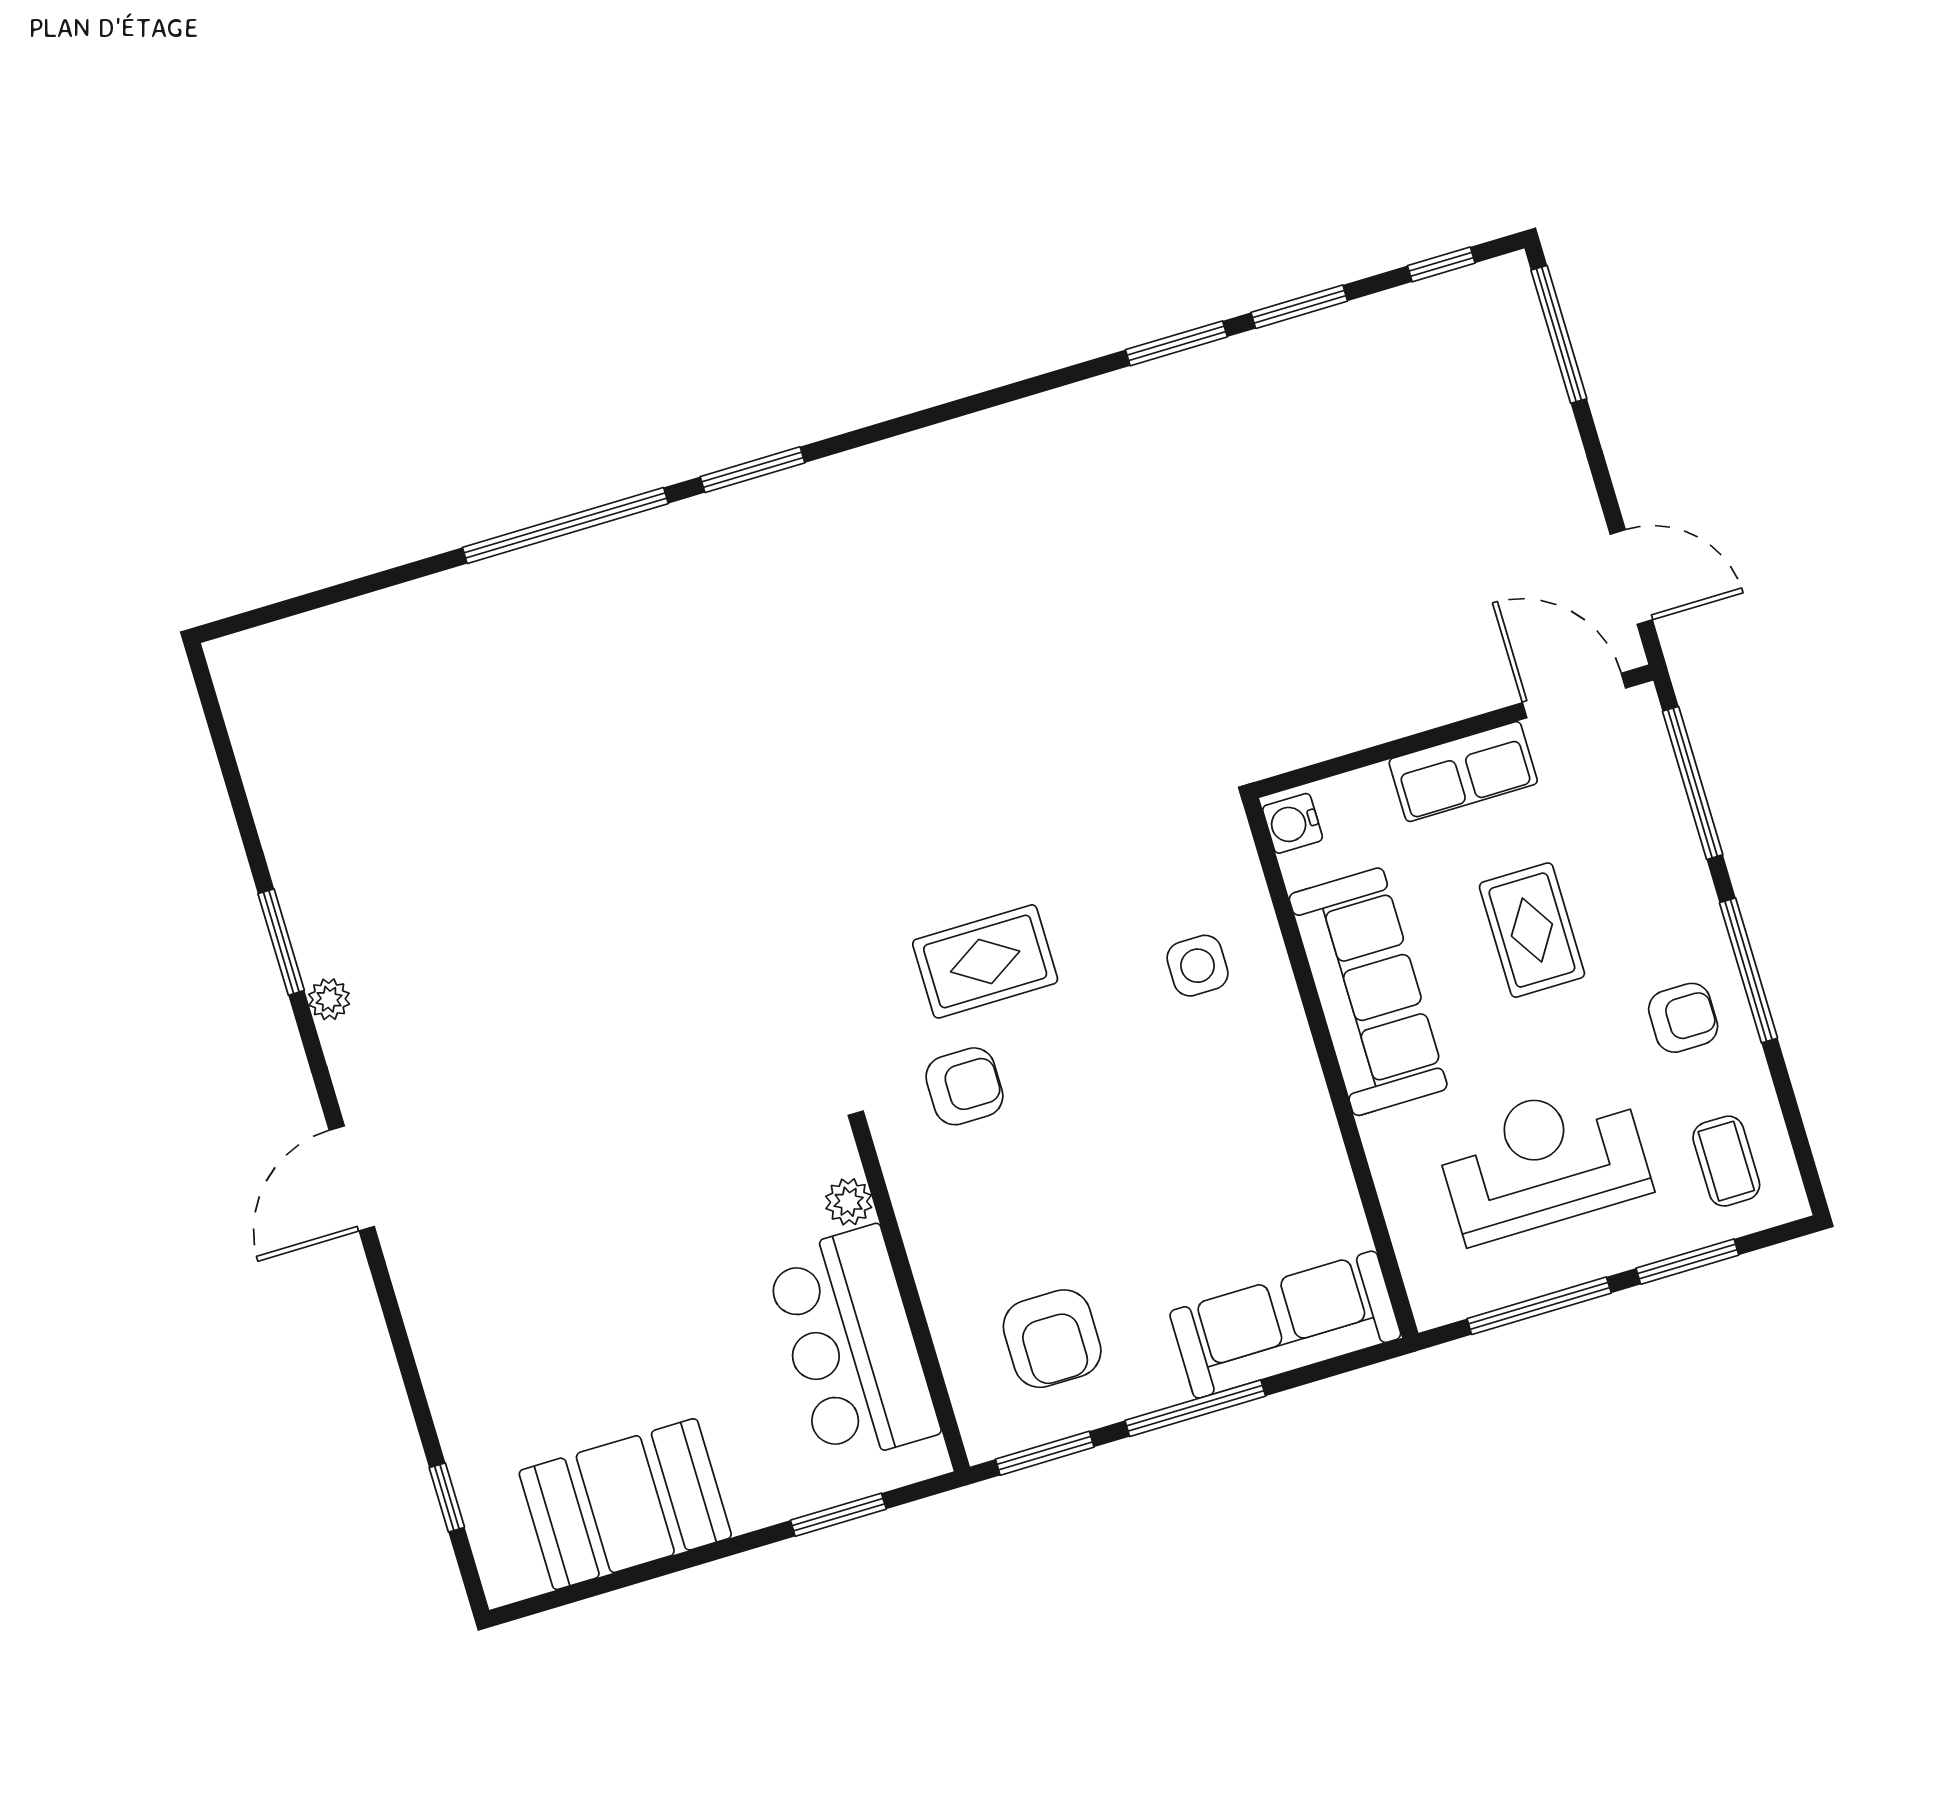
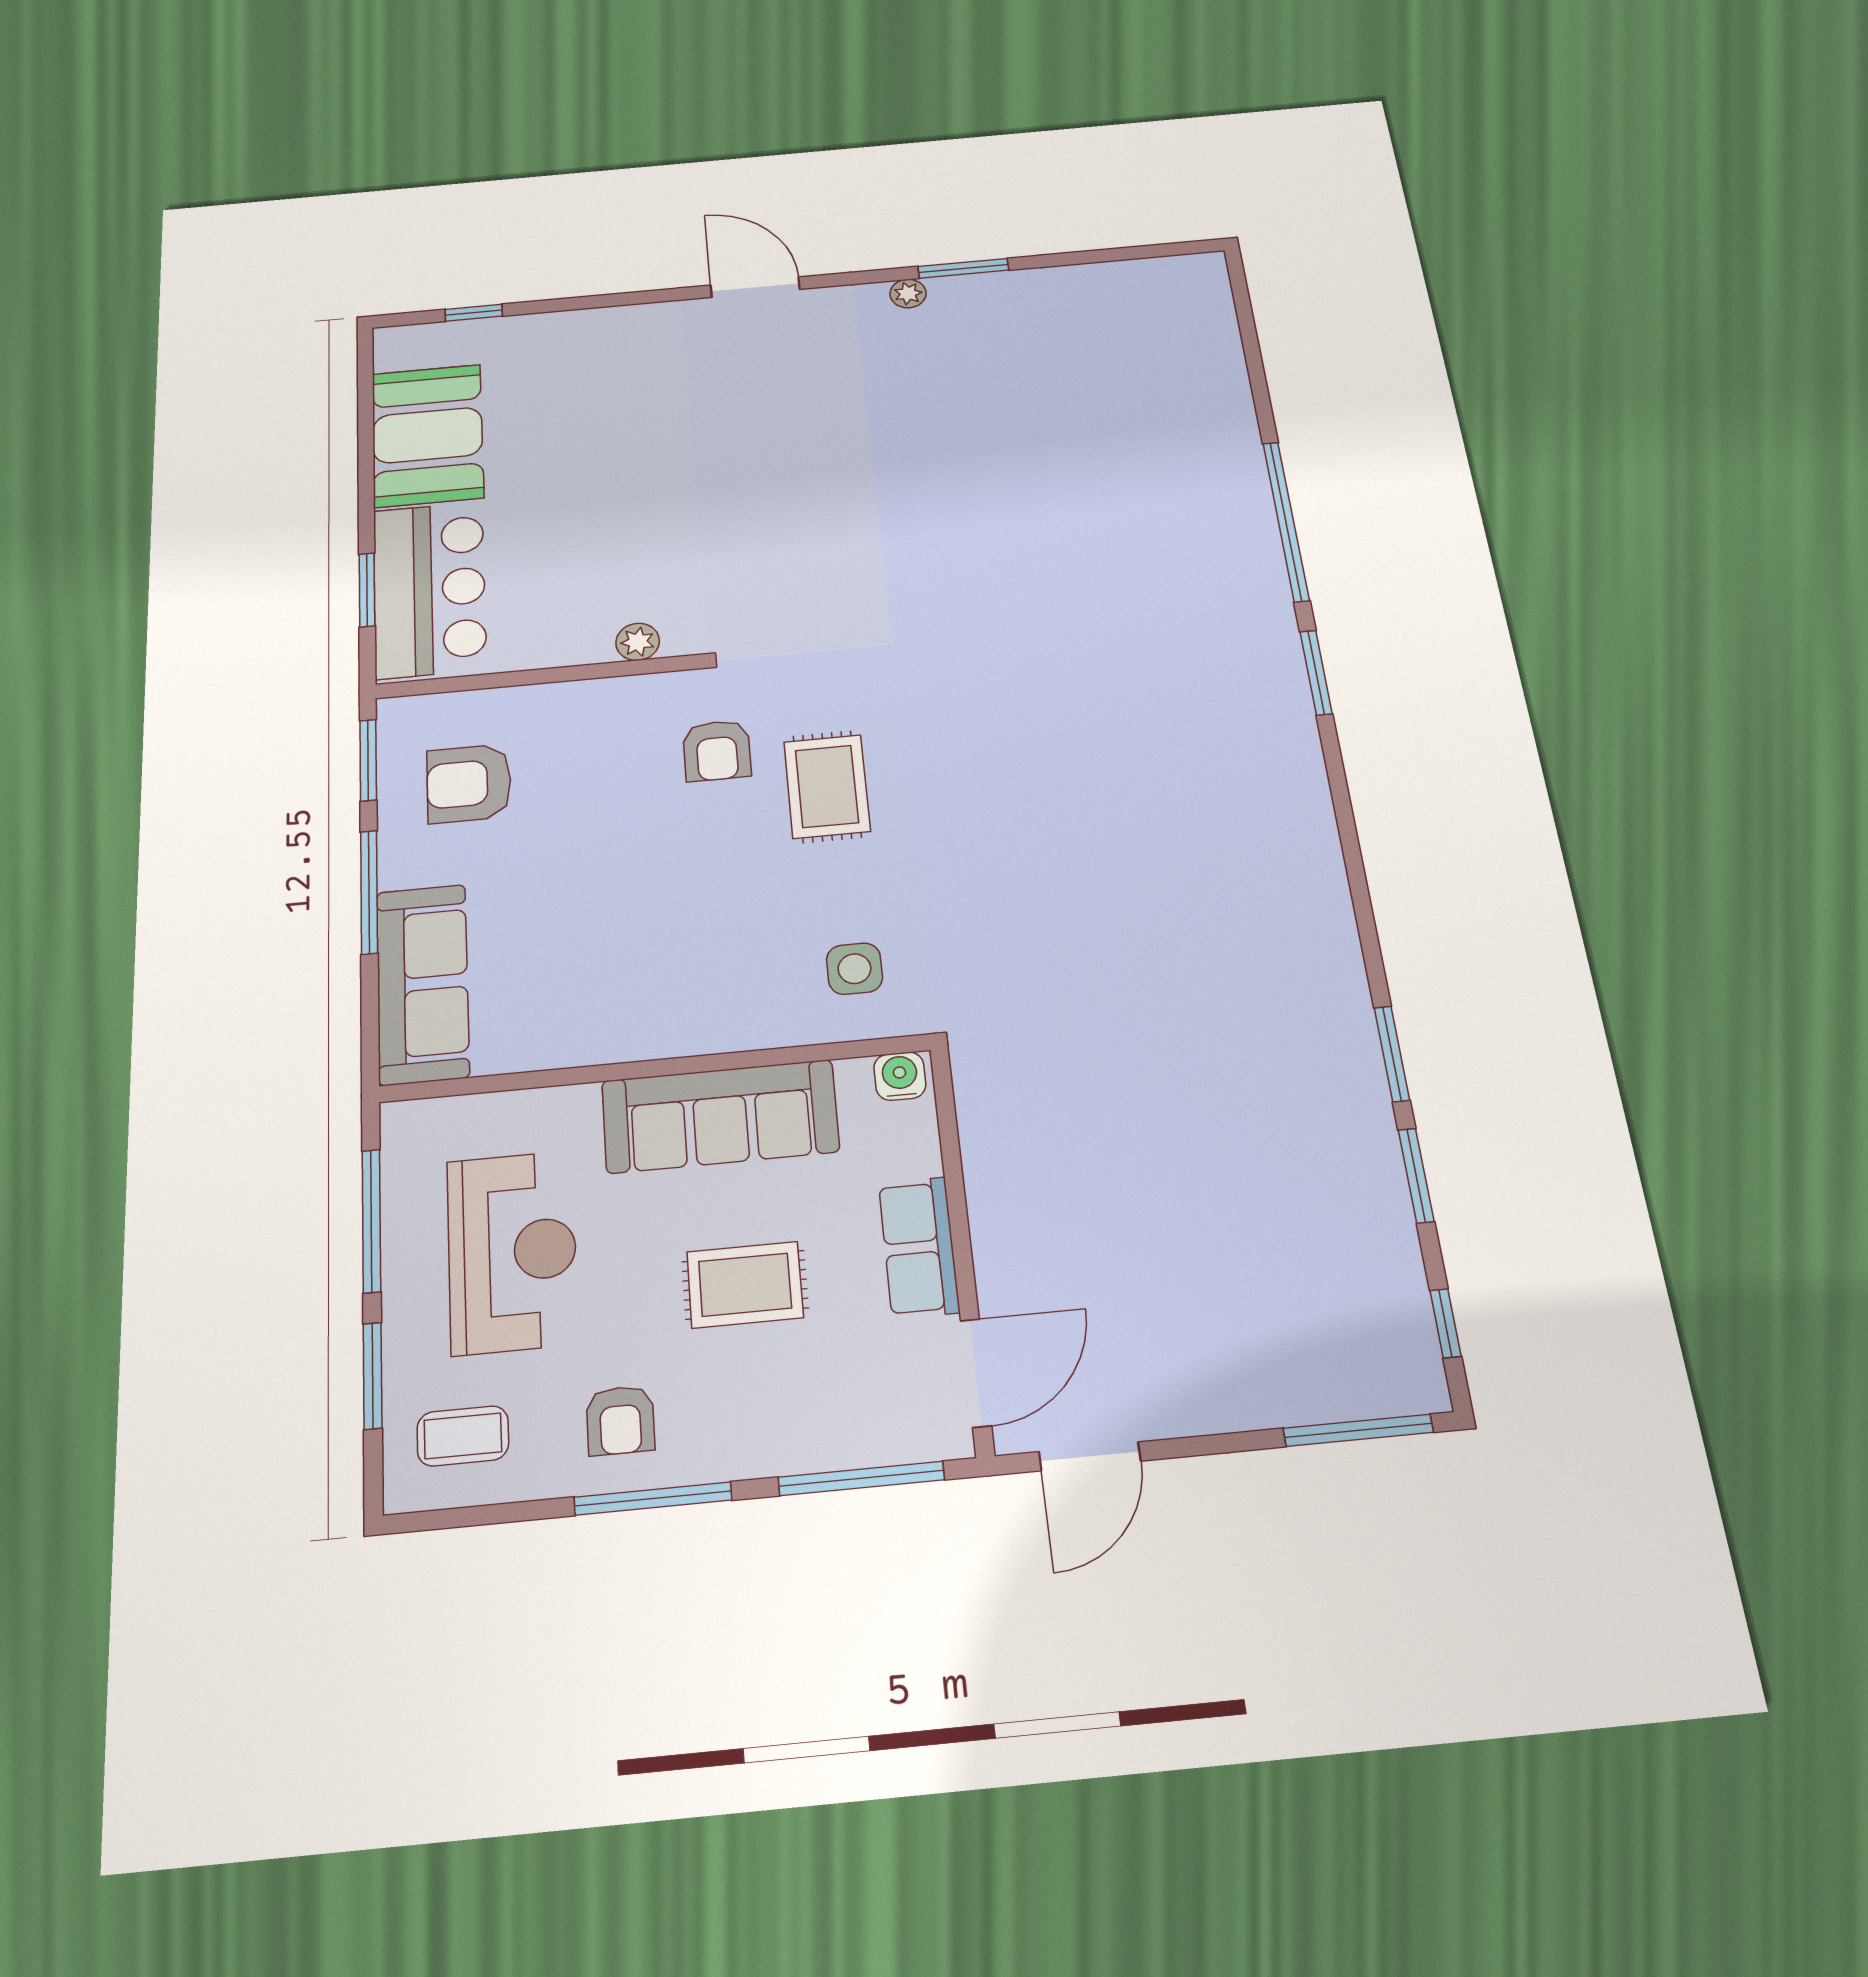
side table: (1198, 966) -> (854, 969), moved
bar counter: (852, 1345) -> (429, 589), moved, turned 90

